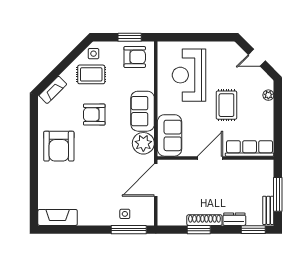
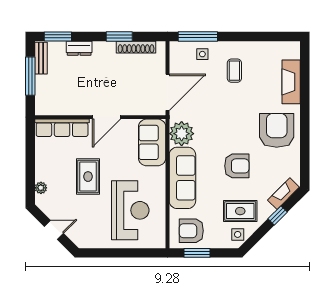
window: (58, 71) -> (278, 215), added
sofa: (143, 111) -> (182, 178), width x1.36
coffee table: (96, 199) -> (234, 71), added
fireplace: (58, 217) -> (291, 82), moved, turned 90
shoe rack: (204, 220) -> (136, 47), moved

